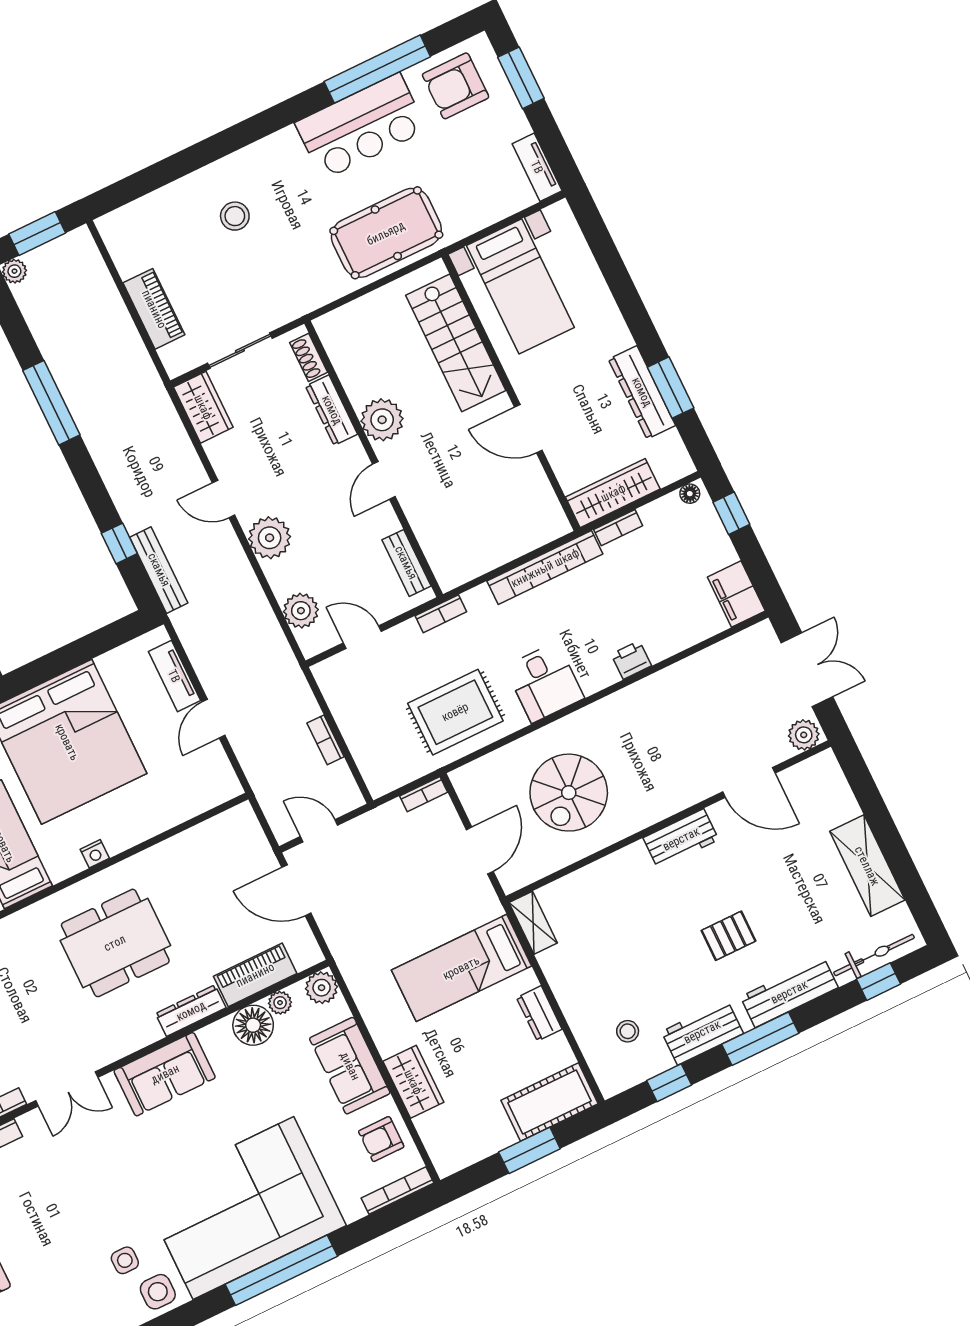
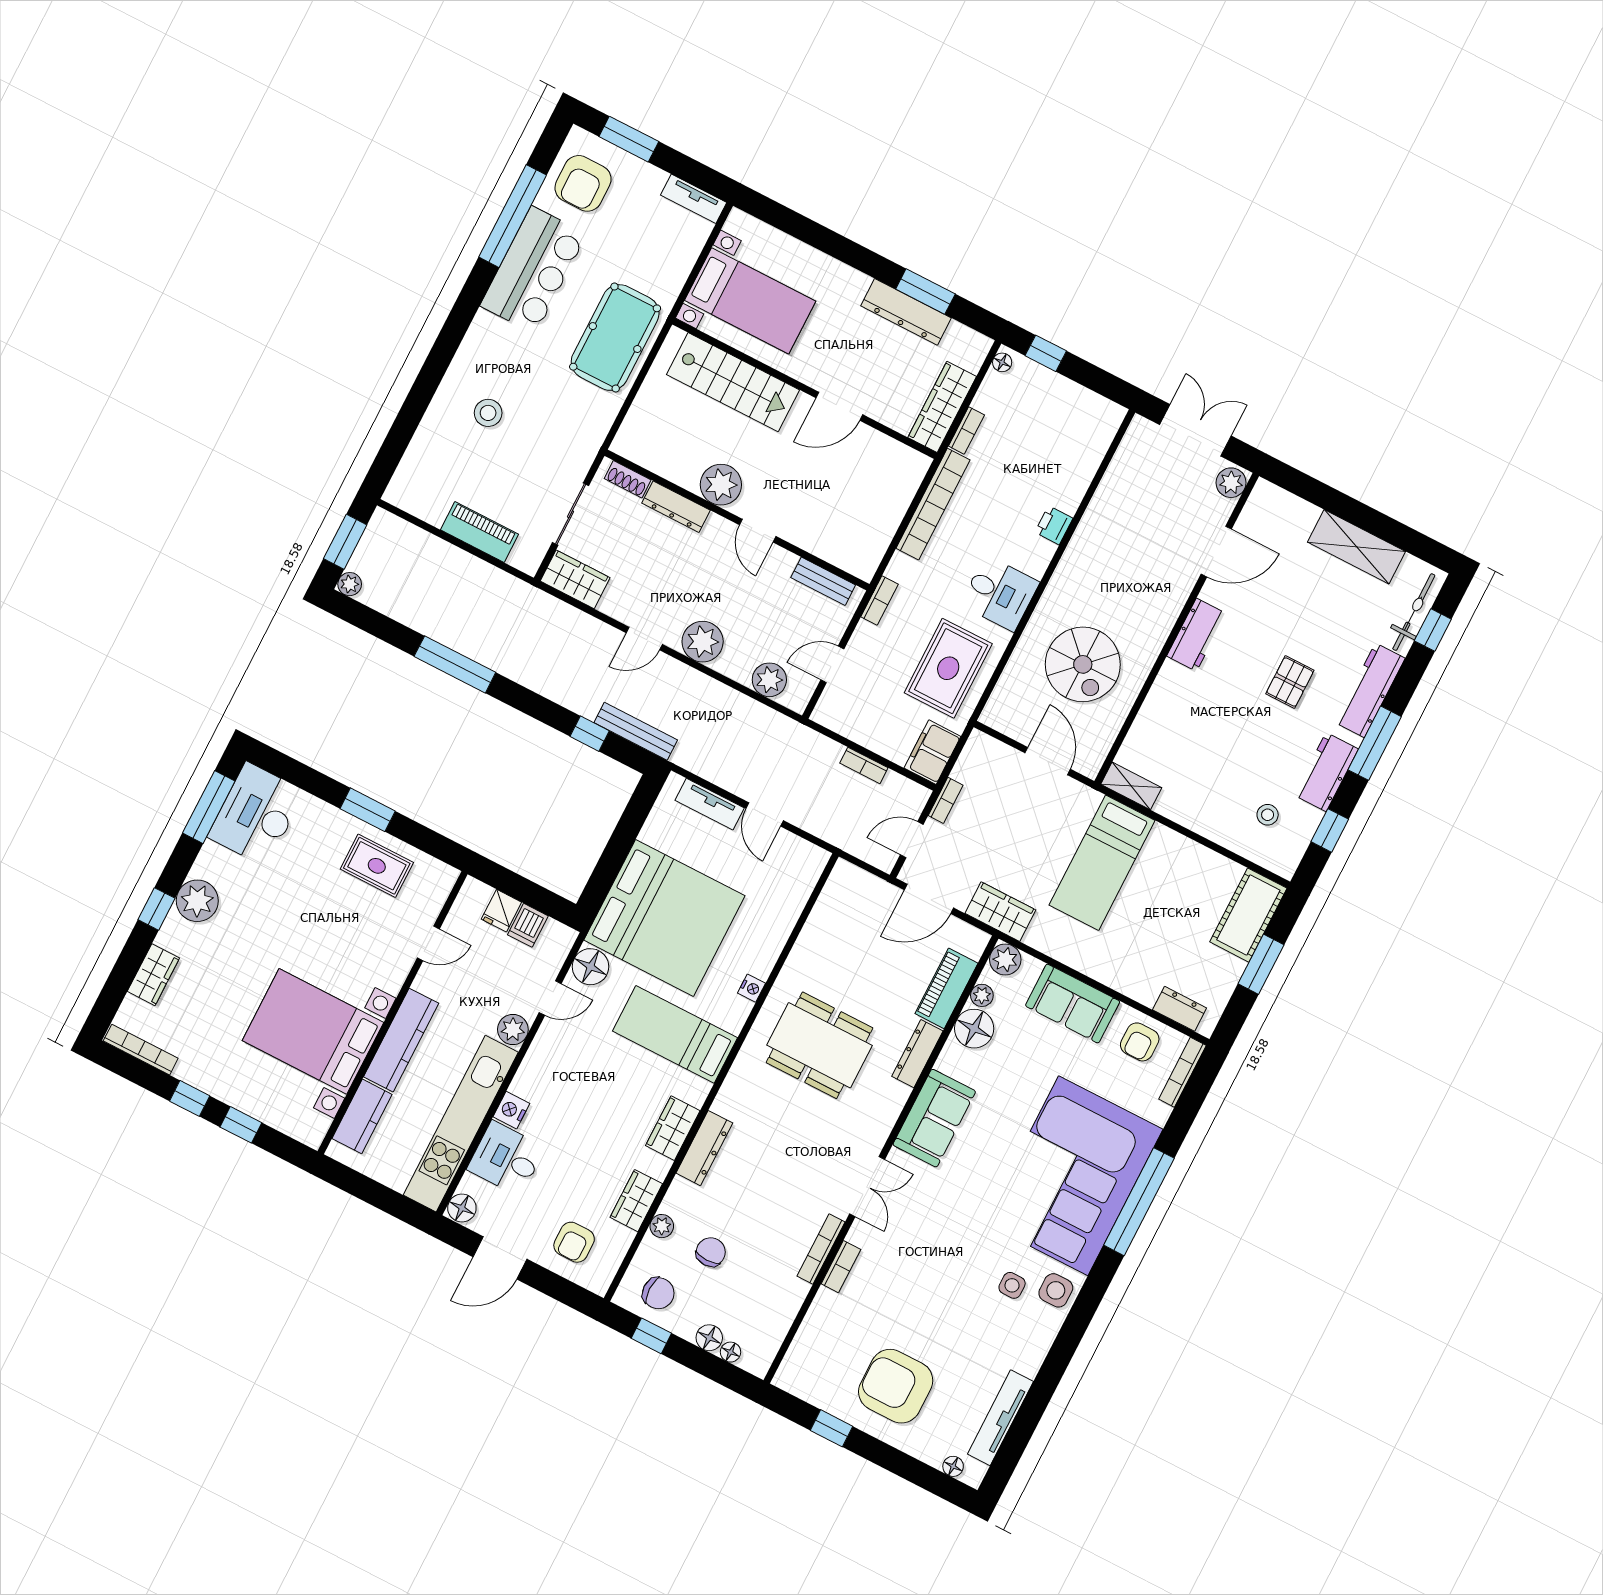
filing cabinet: (736, 594) -> (932, 752), moved, turned 90
bookcase: (424, 794) -> (946, 800), moved
dining table: (115, 943) -> (820, 1045), turned 90
dresser: (539, 1013) -> (1180, 1009), moved, turned 180
wardrobe: (413, 1082) -> (1000, 912), moved

